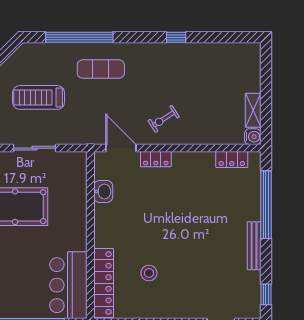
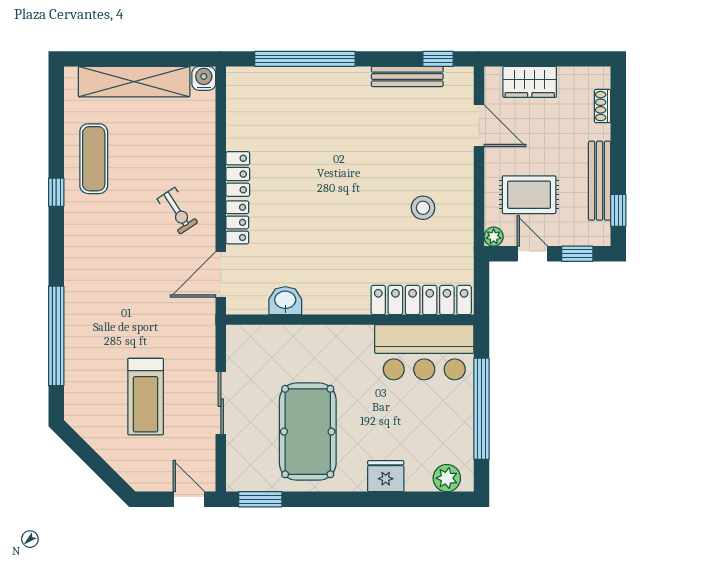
exercise mat: (101, 69) -> (94, 159), moved
shelving: (253, 110) -> (134, 82), width x2.20, depth x1.33
locker: (232, 160) -> (238, 174), moved
bench: (254, 246) -> (407, 77), moved
stool: (149, 273) -> (423, 208), moved

